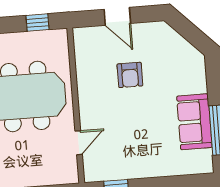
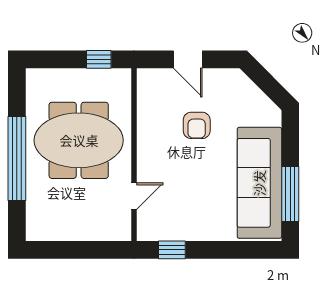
sofa: (194, 122) -> (259, 183), width x1.85, depth x1.27

